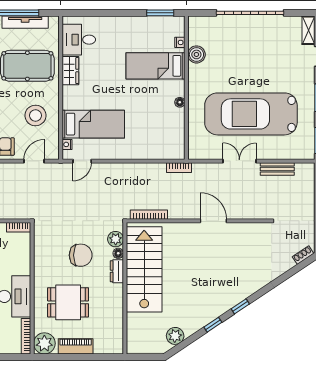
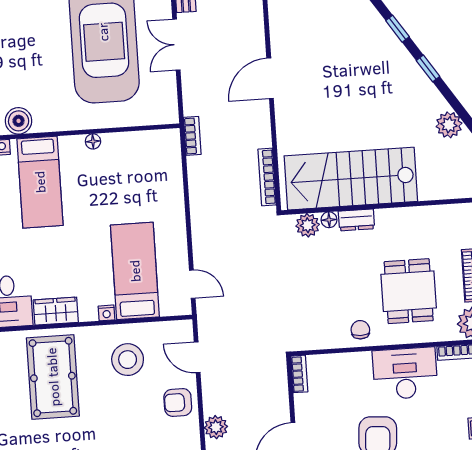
nightstand: (67, 144) -> (107, 313), moved
chair: (81, 255) -> (360, 330), moved, width x0.54, depth x0.54

